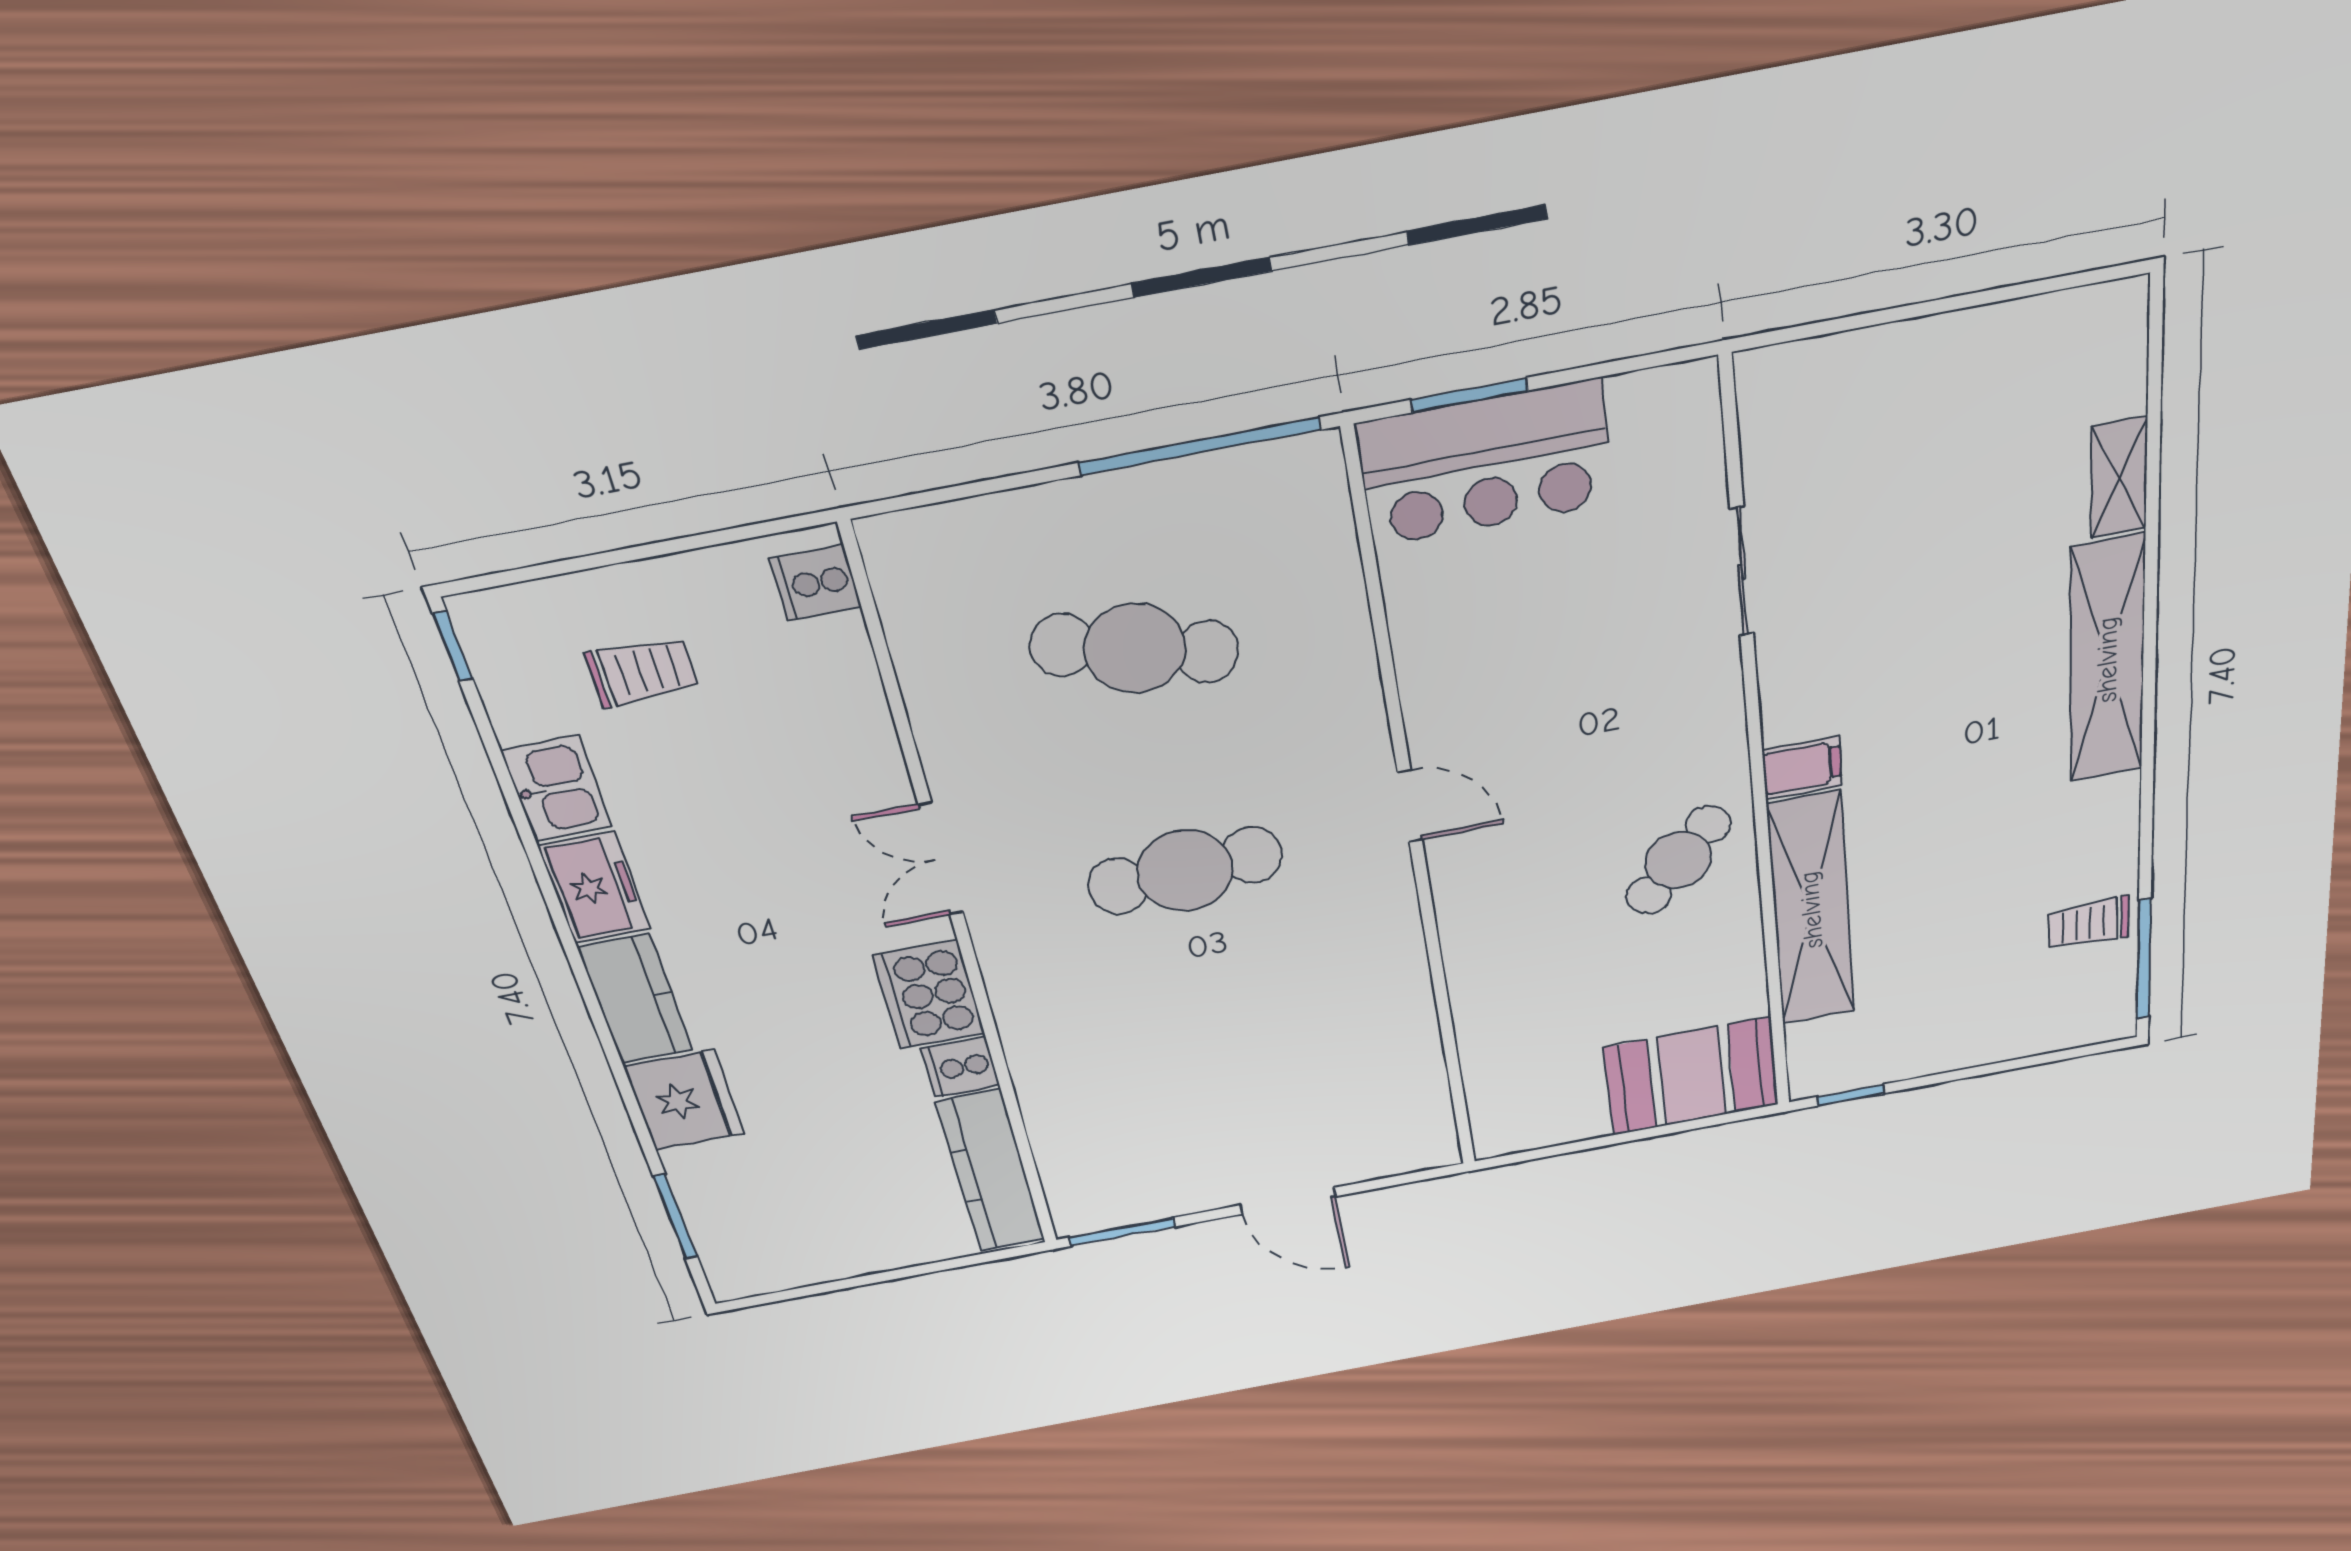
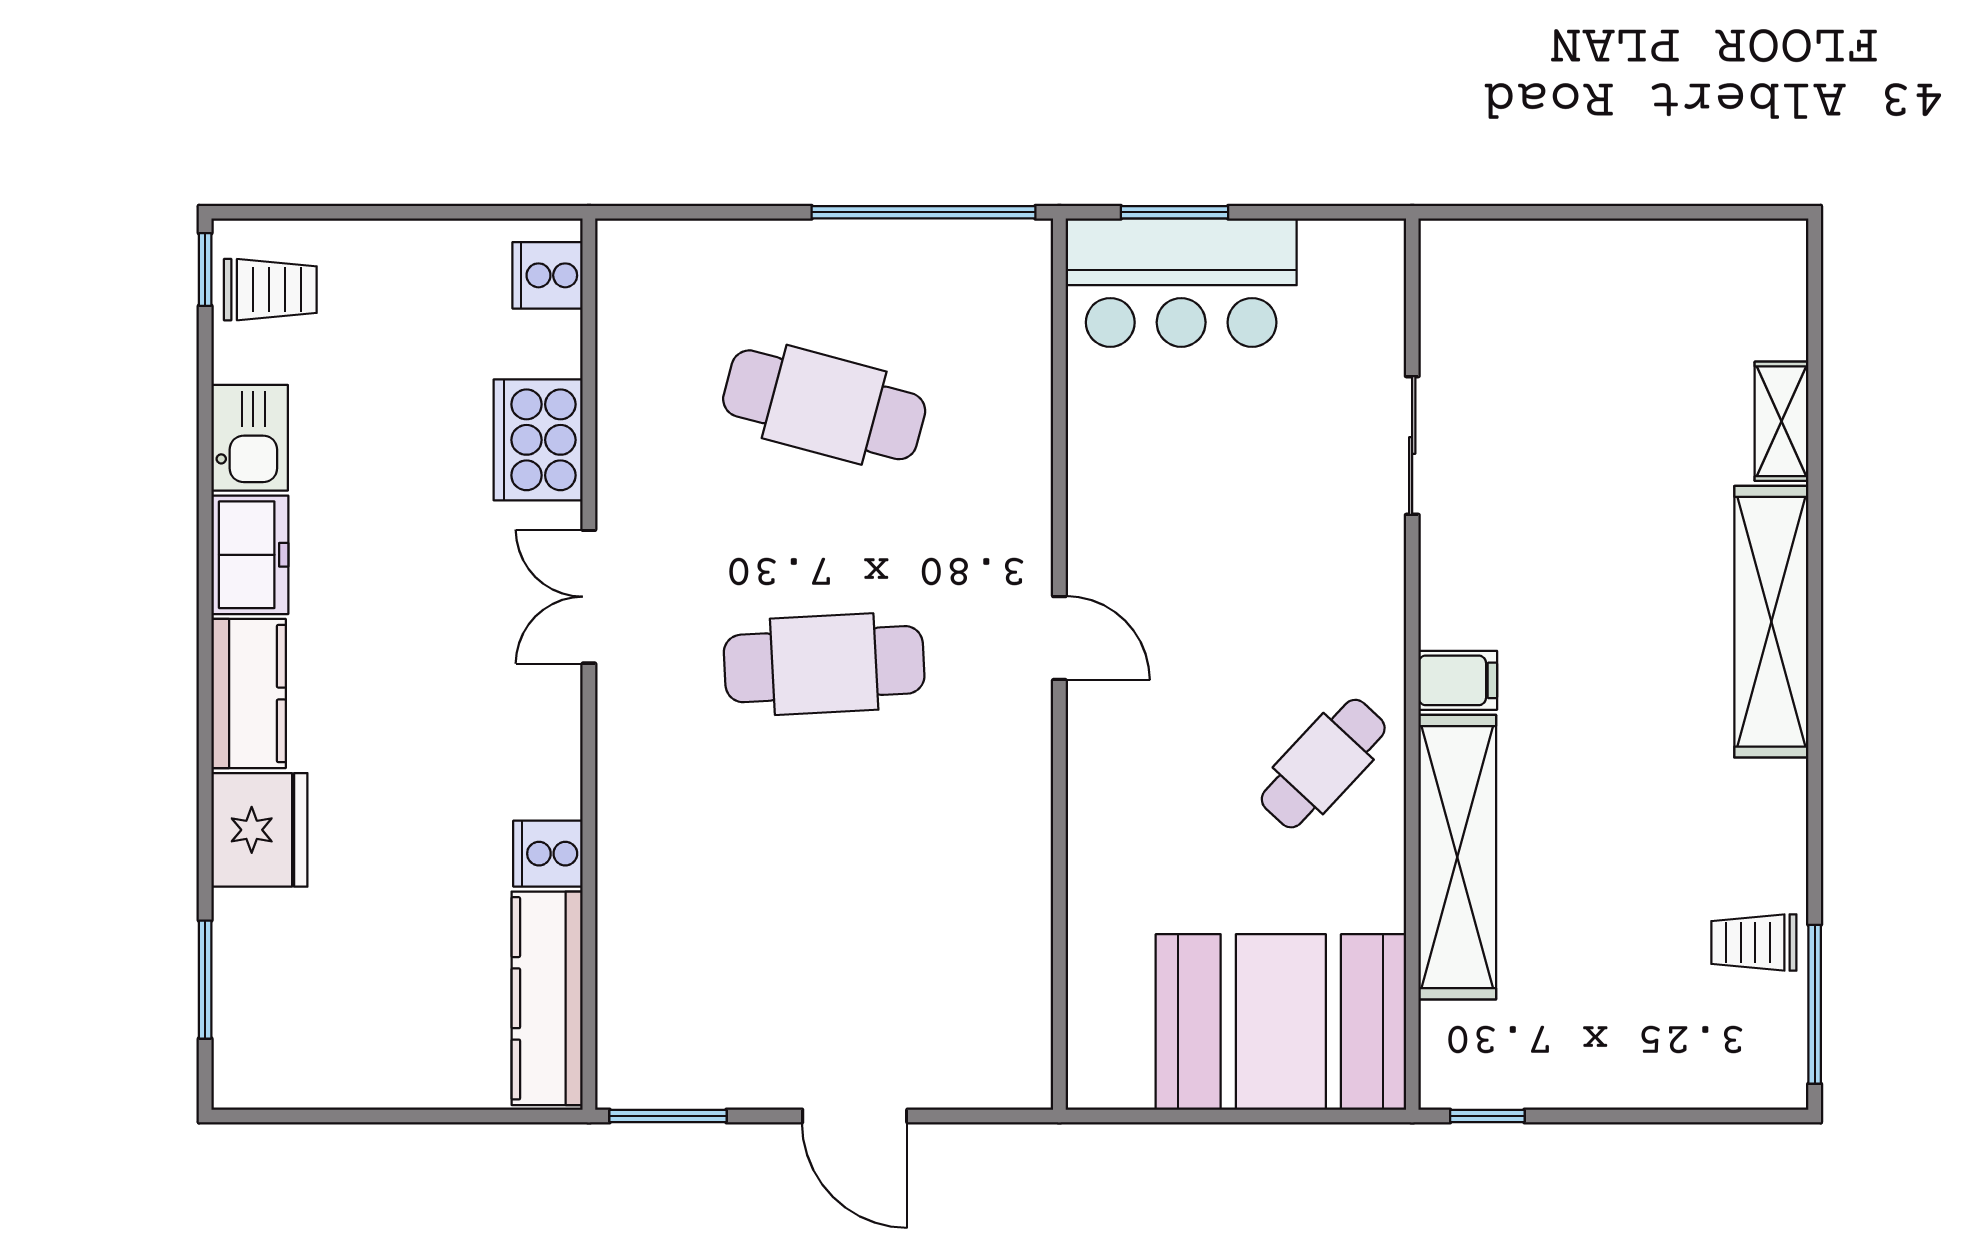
trolley: (642, 671) -> (270, 290), moved
cooker: (929, 995) -> (538, 440), moved
booth: (1691, 1076) -> (1281, 1022), width x1.36, depth x1.42

